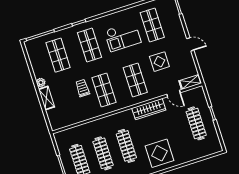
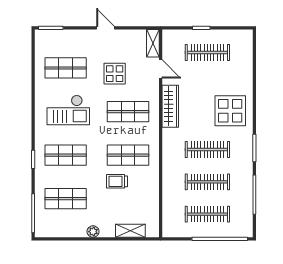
checkout: (123, 37) -> (68, 110), turned 90
door: (190, 44) -> (106, 28), hinge flipped
door: (174, 93) -> (161, 69), hinge flipped
shelving: (46, 98) -> (130, 231), moved

